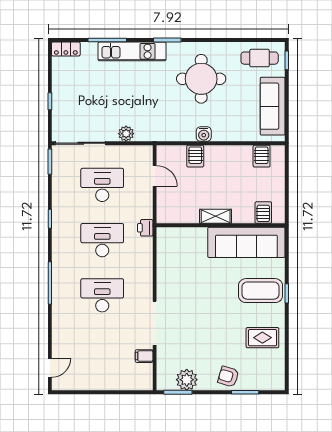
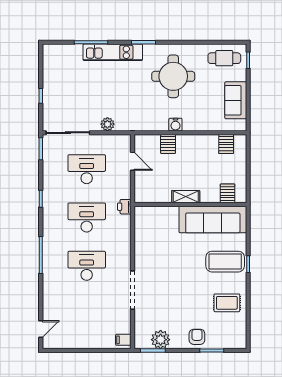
locker: (66, 49) -> (55, 50), removed
sofa: (273, 106) -> (236, 100), width x0.73
filing cabinet: (144, 356) -> (123, 340), moved
armchair: (228, 377) -> (197, 337), turned 73

